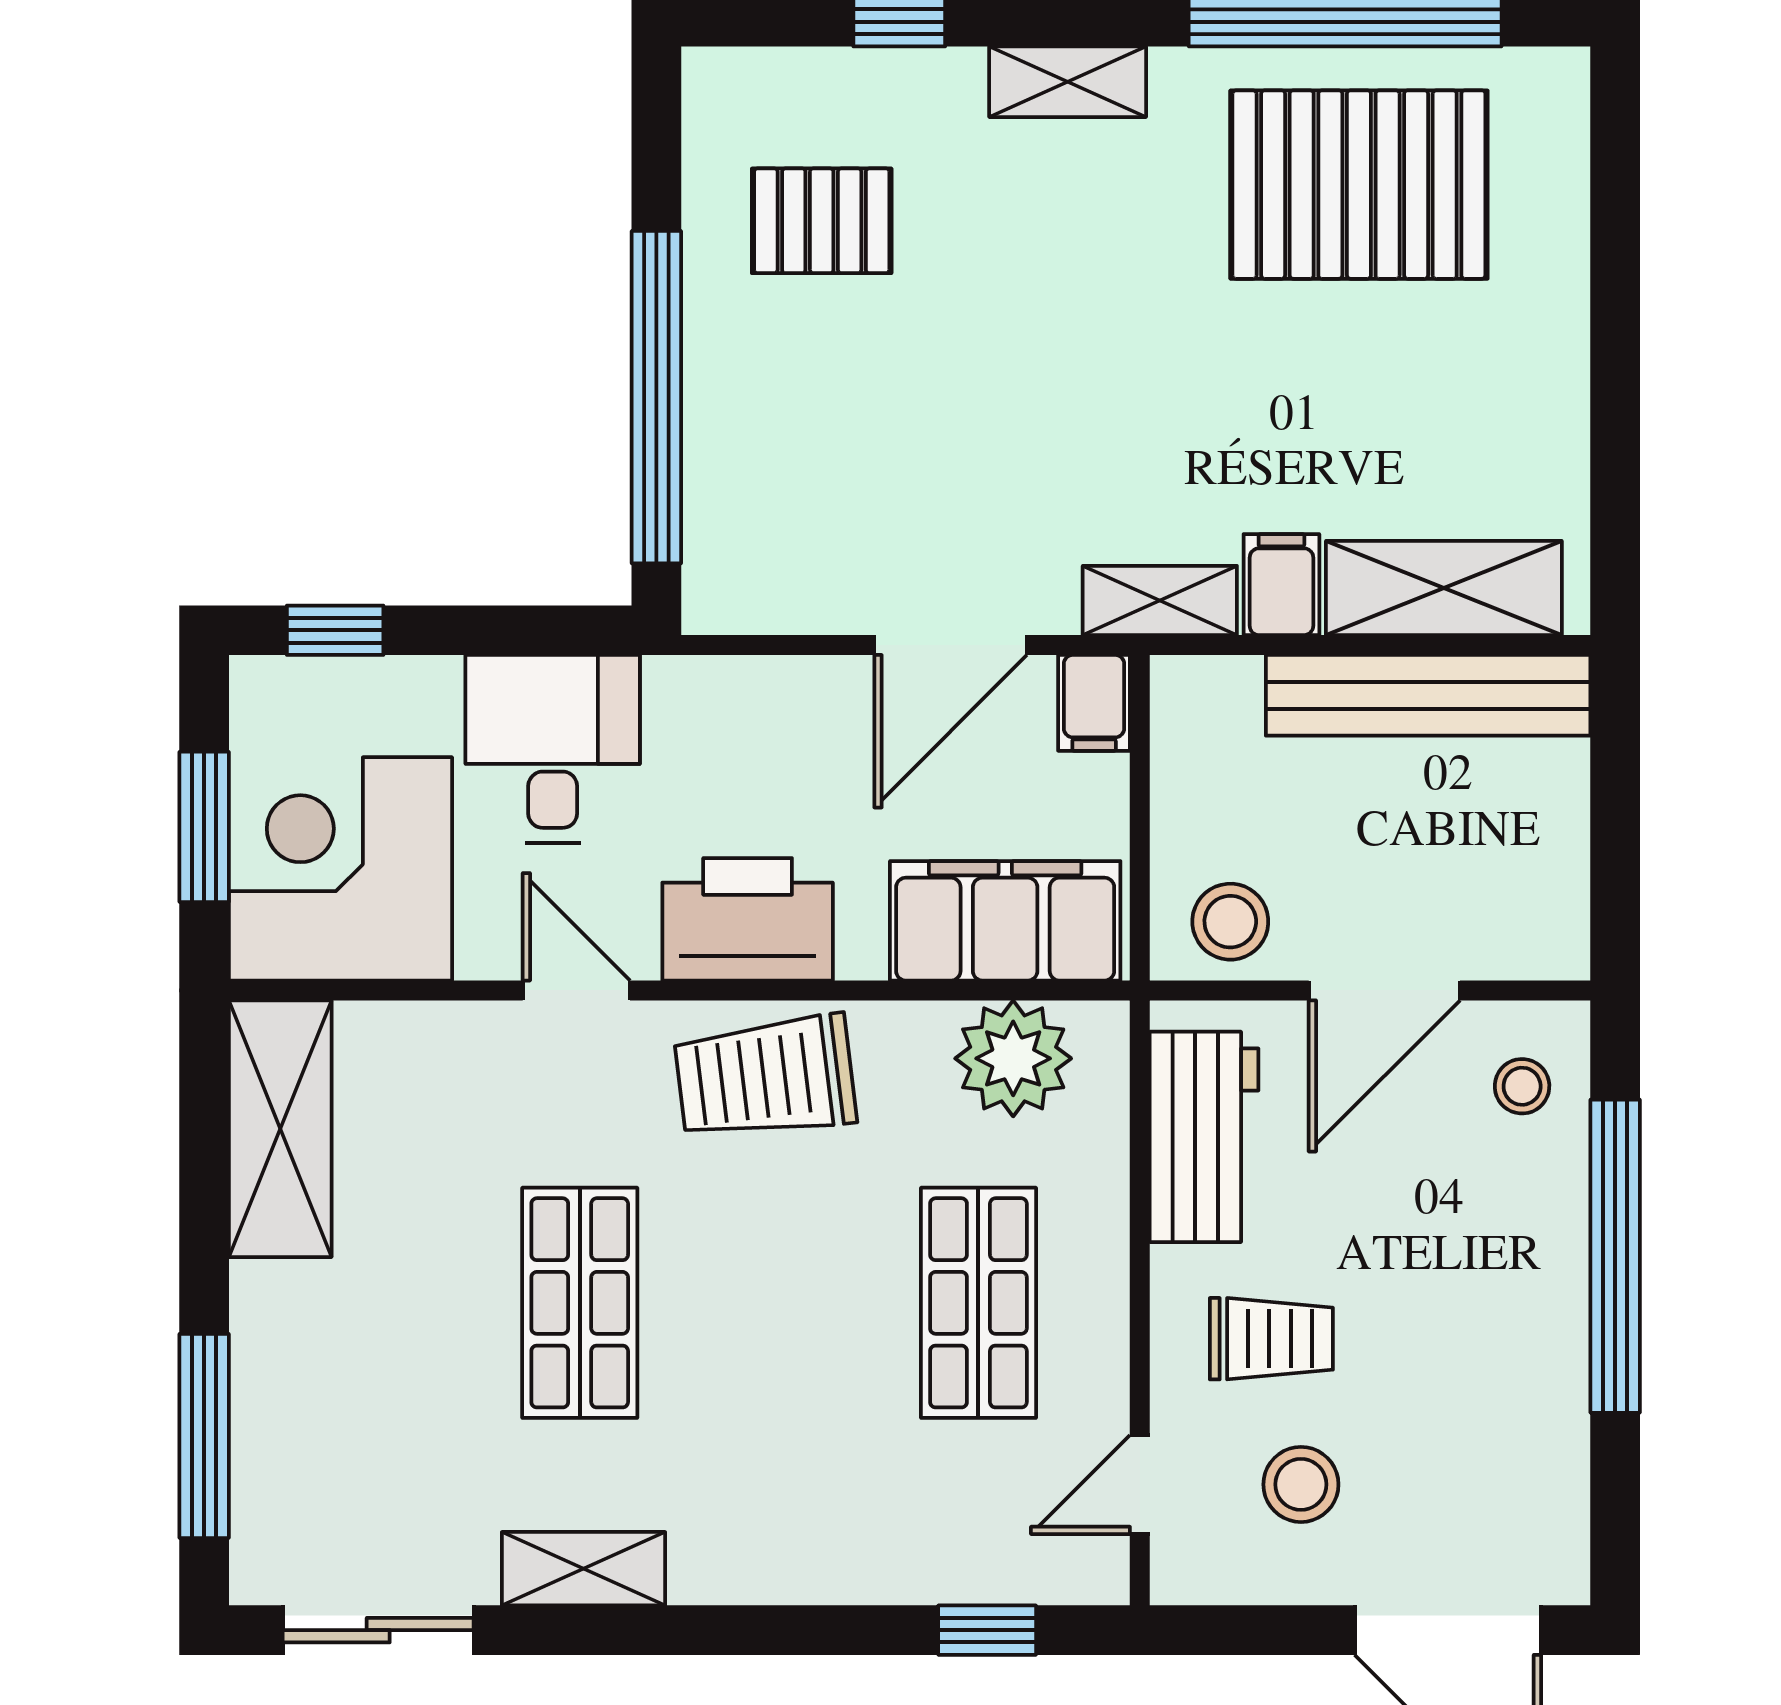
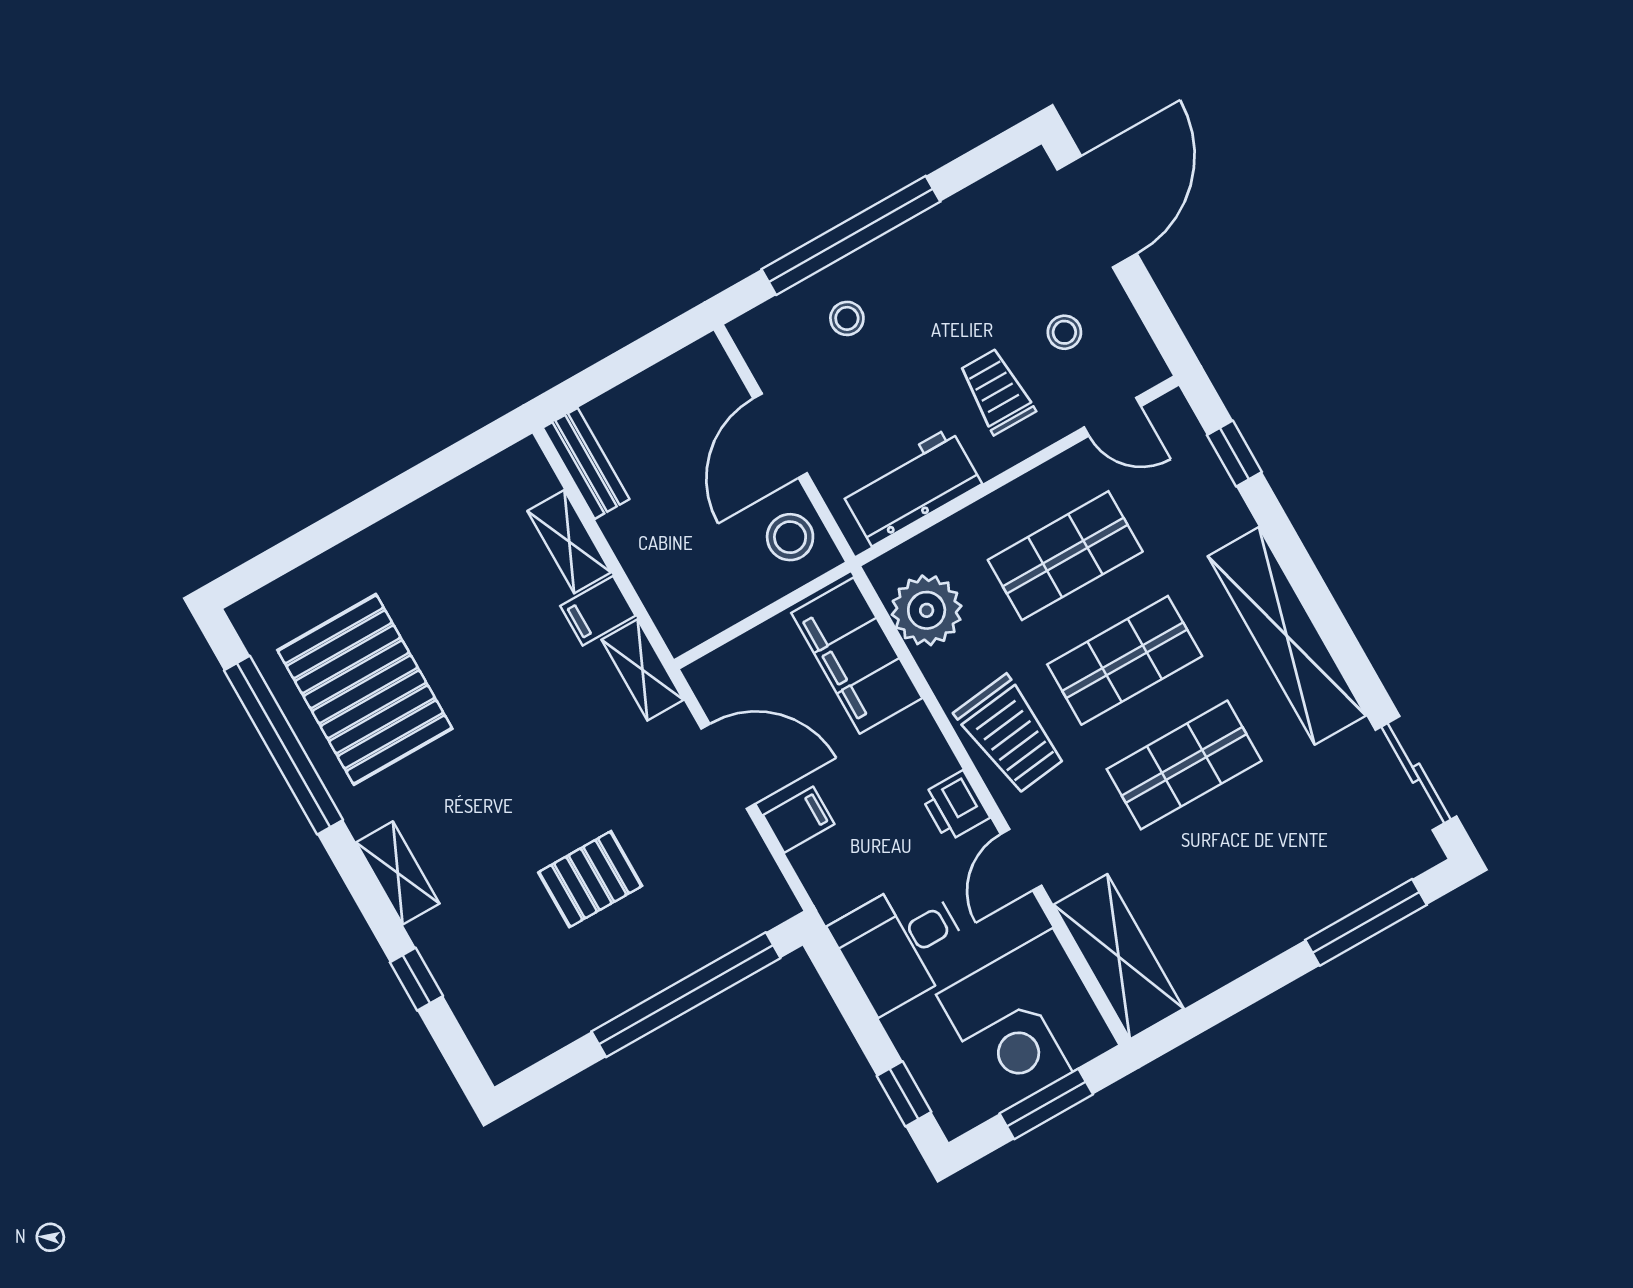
pallet: (822, 221) -> (590, 879), moved, turned 90
shelving: (1444, 588) -> (569, 542), width x0.67, depth x0.75
bench: (1428, 695) -> (586, 463), width x0.54, depth x0.82
filing cabinet: (1094, 703) -> (799, 820), moved
printer: (748, 919) -> (955, 806), width x0.53, depth x0.68
door: (1384, 990) -> (780, 436), swing flipped
stool: (1522, 1086) -> (847, 318), moved
shelving: (280, 1129) -> (1119, 957), moved, turned 90
shop shelf: (779, 1303) -> (1125, 660), added
stool: (1301, 1484) -> (1064, 332), width x0.73, depth x0.73
shelving: (583, 1569) -> (1287, 636), width x2.20, depth x1.33

